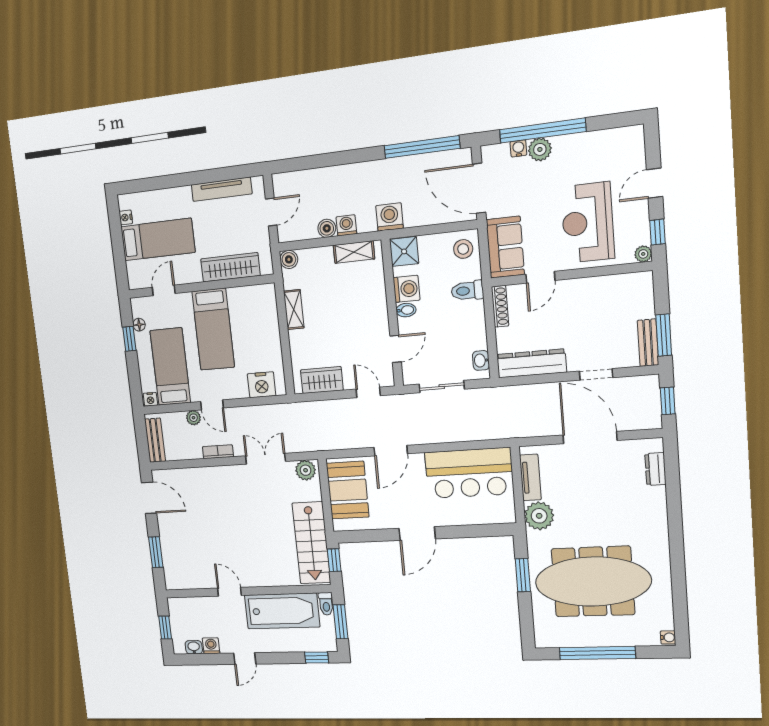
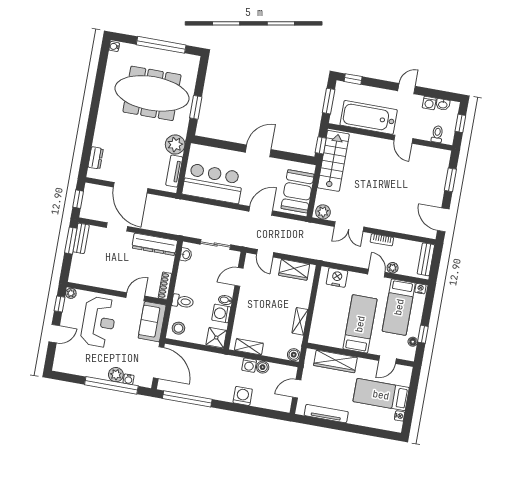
washing machine: (390, 217) -> (243, 396), moved, turned 180
toilet: (326, 604) -> (437, 134), moved

